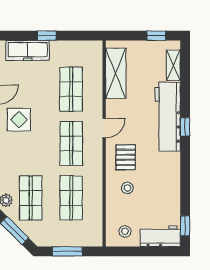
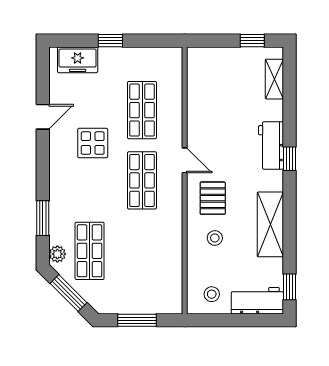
freezer: (28, 50) -> (78, 60), width x0.71
shelving: (116, 73) -> (270, 224), moved
workbench: (168, 117) -> (271, 145), width x0.53, depth x0.76
display table: (19, 120) -> (93, 143), moved
door: (104, 128) -> (185, 160), hinge flipped
shop shelf: (71, 198) -> (142, 251), removed

